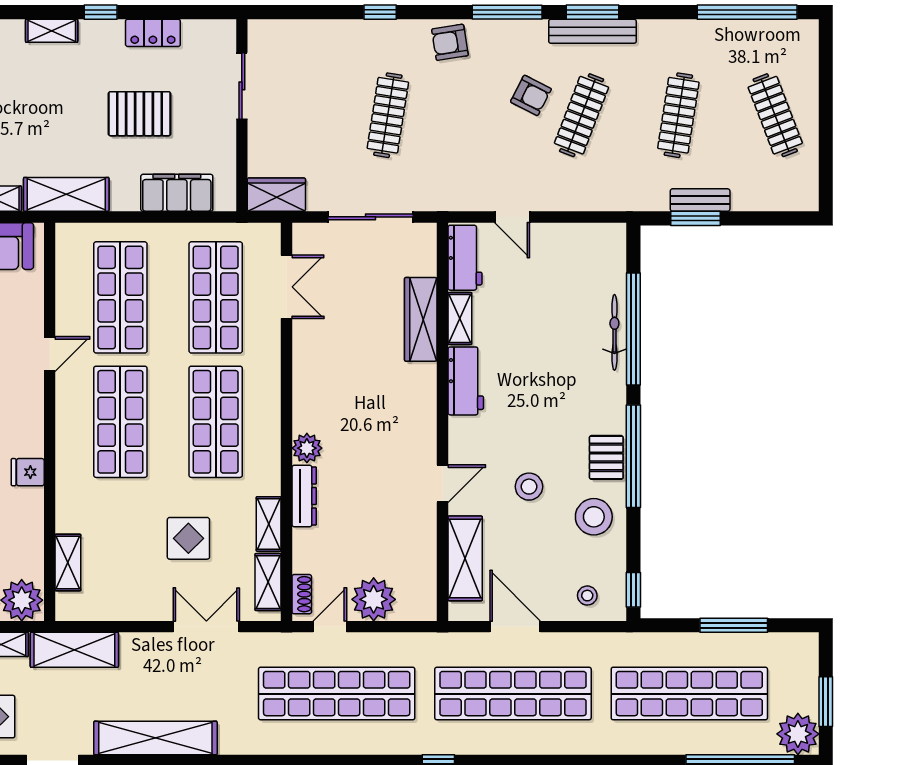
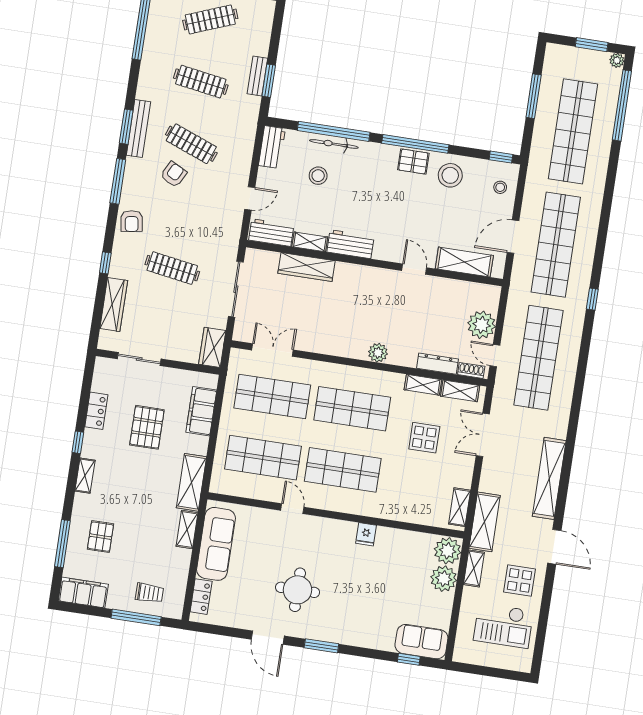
wardrobe: (319, 35) -> (114, 305), added
workbench: (595, 239) -> (272, 147), added
stool: (529, 487) -> (318, 176), moved
dresser: (304, 496) -> (438, 364), moved
shelving: (68, 563) -> (460, 507), moved, turned 90
plant: (798, 734) -> (617, 60), width x0.53, depth x0.53

